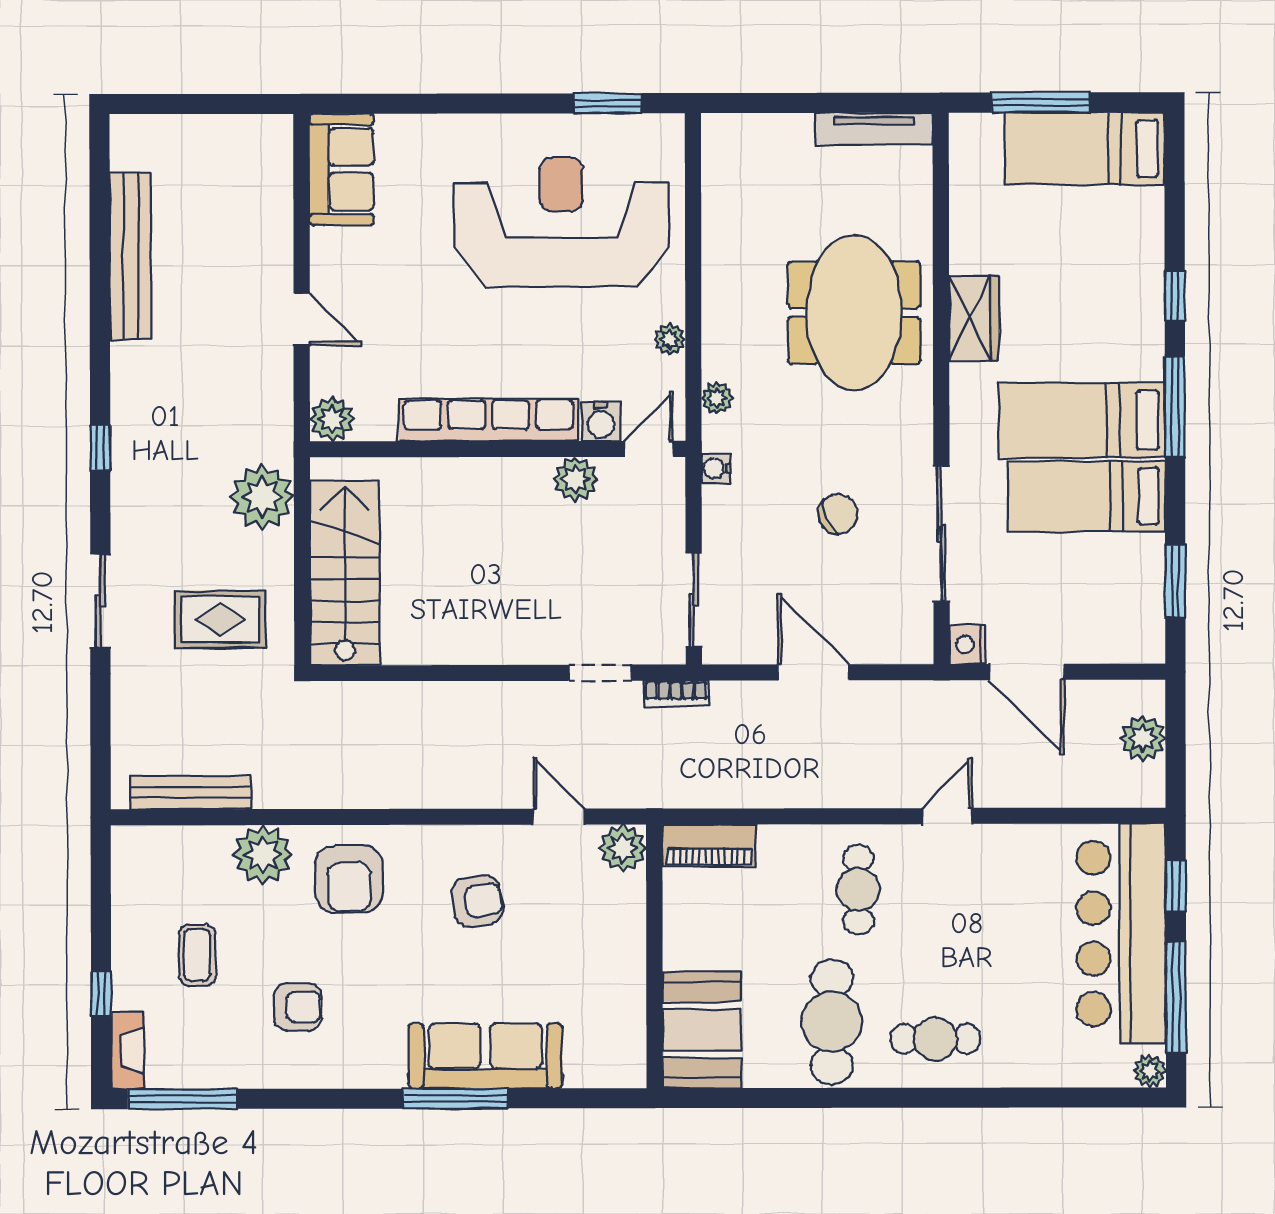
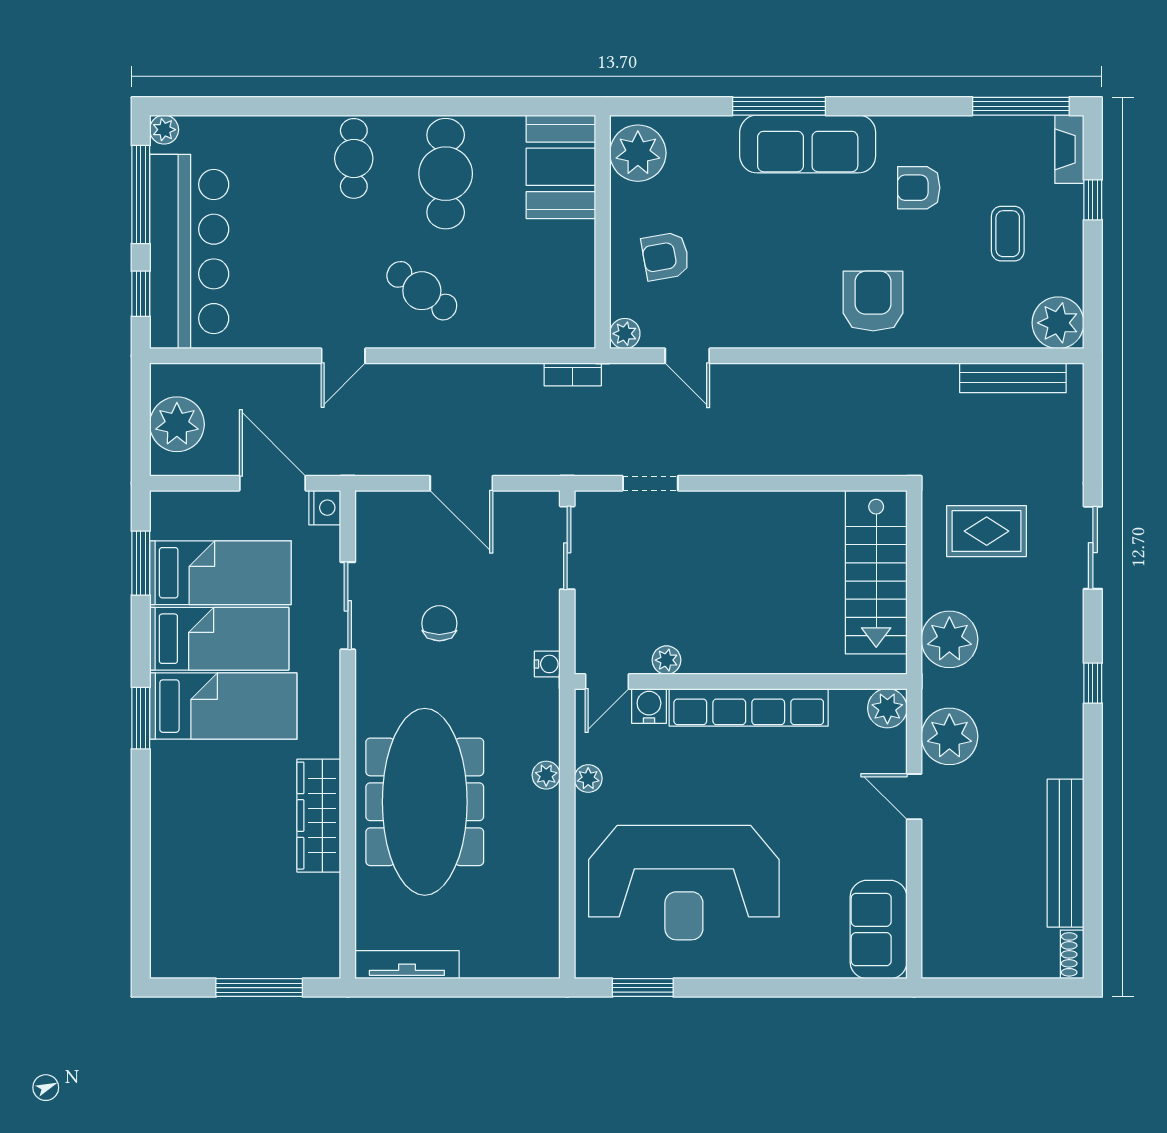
shoe rack: (123, 142) -> (1072, 954), added
bed: (1085, 148) -> (220, 573), moved
window: (1175, 296) -> (141, 816), removed
meeting table: (854, 313) -> (425, 802), width x1.36
wardrobe: (974, 318) -> (319, 816), width x1.50
plant: (262, 387) -> (949, 736), added
plant: (717, 398) -> (546, 775), moved
window: (1175, 406) -> (141, 718), width x0.69
plant: (575, 479) -> (666, 660), width x0.73, depth x0.73
chair: (838, 514) -> (439, 623), turned 114
sliding door: (941, 534) -> (348, 606), width x0.73
bookcase: (676, 694) -> (573, 374), moved, turned 180
plant: (1143, 738) -> (177, 424), width x1.36, depth x1.36
piano: (709, 845) -> (554, 330), removed
plant: (623, 848) -> (625, 334), width x0.73, depth x0.73
plant: (263, 854) -> (1058, 323), moved
cafe table: (858, 890) -> (422, 291), turned -54
armchair: (477, 901) -> (665, 256), moved
cafe table: (935, 1039) -> (354, 158), turned 90
plant: (615, 1045) -> (638, 153), added
sofa: (485, 1056) -> (808, 144), moved

